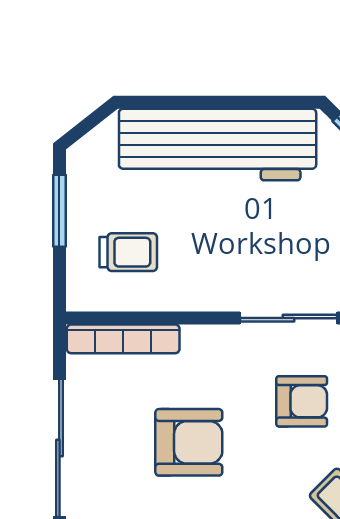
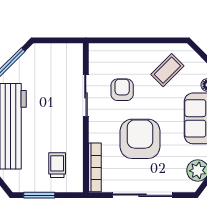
armchair: (189, 442) -> (140, 139), width x1.36, depth x1.36

